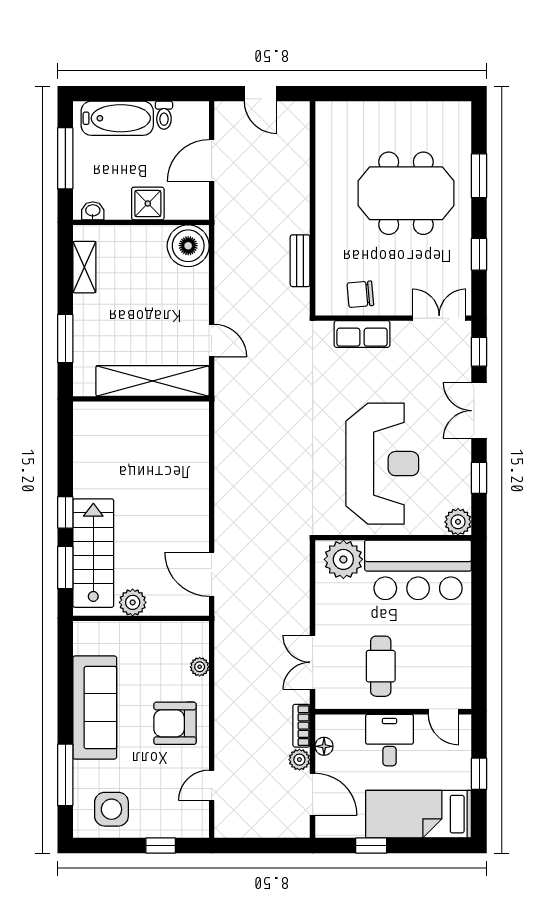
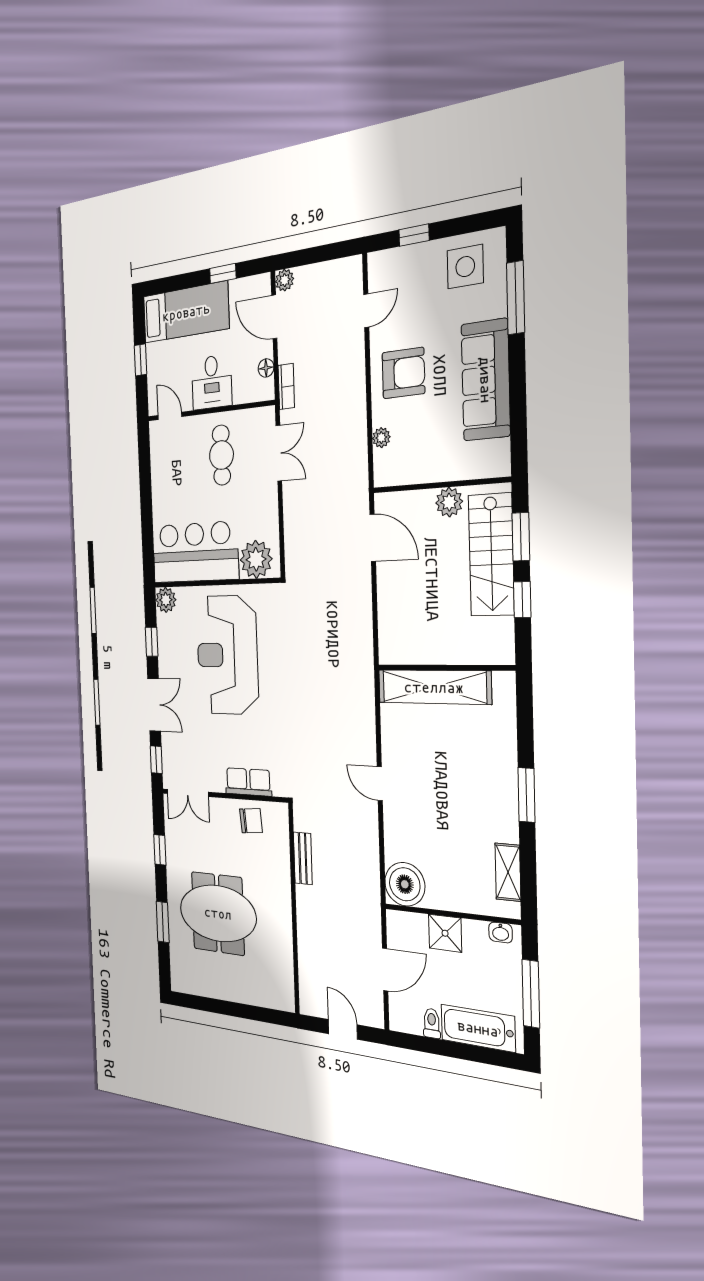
shelving: (153, 381) -> (434, 687), moved
wall: (141, 399) -> (445, 668), moved
plant: (299, 760) -> (285, 280), moved

